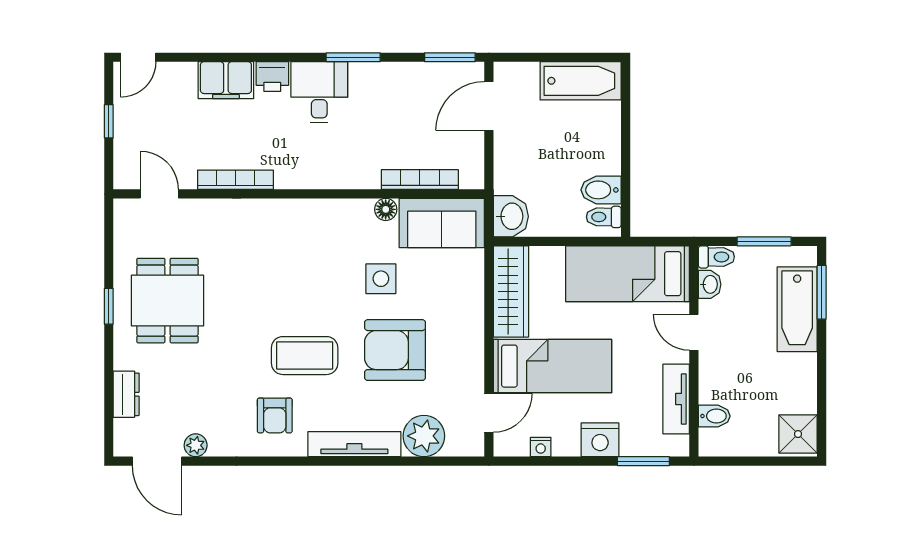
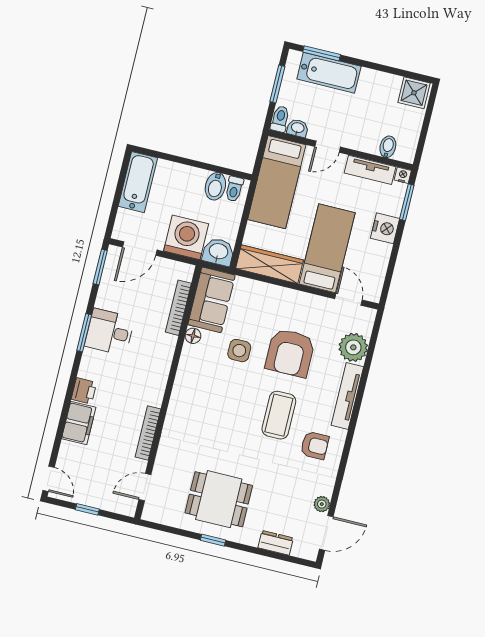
desk: (319, 92) -> (110, 332), moved
door: (489, 106) -> (140, 249), hinge flipped
washing machine: (520, 167) -> (186, 237), added
nightstand: (541, 447) -> (403, 175), moved, turned -90

